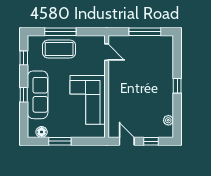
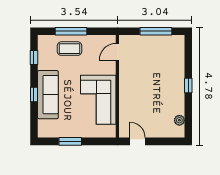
coffee table: (59, 49) -> (70, 49), width x0.73, depth x0.76
door: (107, 52) -> (117, 52), swing flipped
floor lamp: (42, 132) -> (52, 132), removed
window: (151, 141) -> (162, 141), removed

